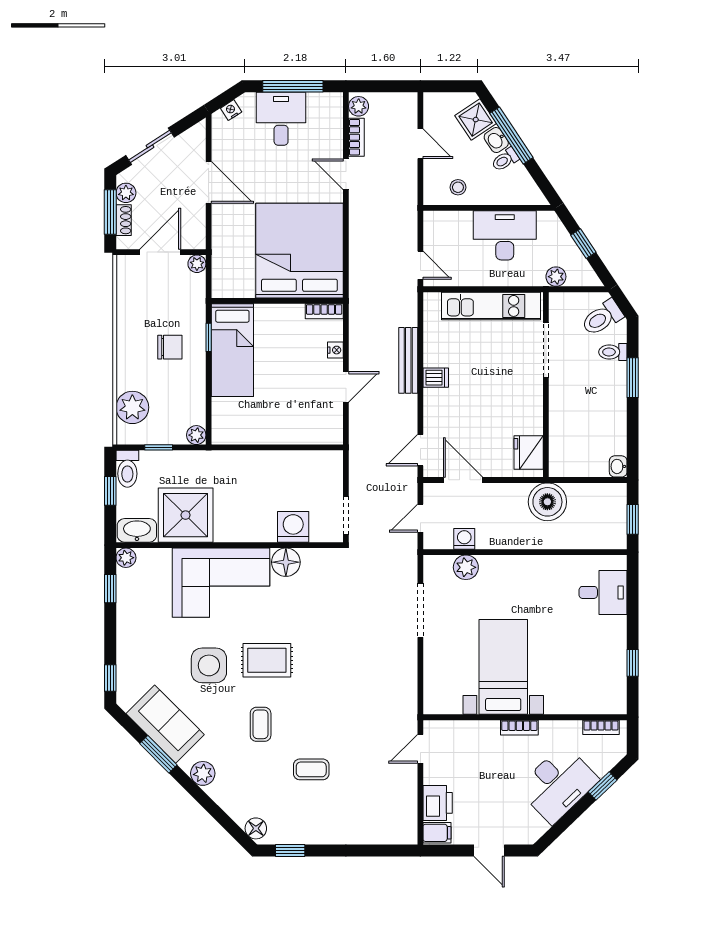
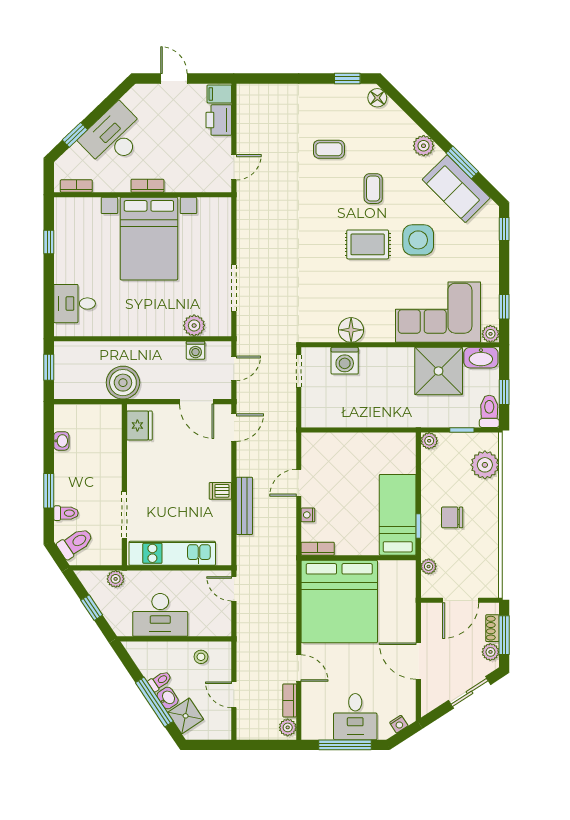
plant: (197, 264) -> (429, 566), moved
washbasin: (618, 466) -> (61, 441), moved
corner sofa: (221, 583) -> (438, 312), moved
bed with nightstands: (503, 667) -> (149, 239), width x1.36

